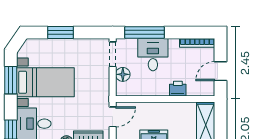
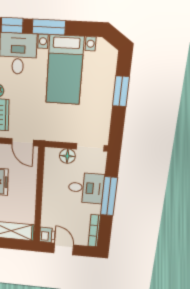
window: (144, 32) -> (109, 196), moved
window: (11, 80) -> (49, 27), moved
printer: (178, 89) -> (47, 235), moved

